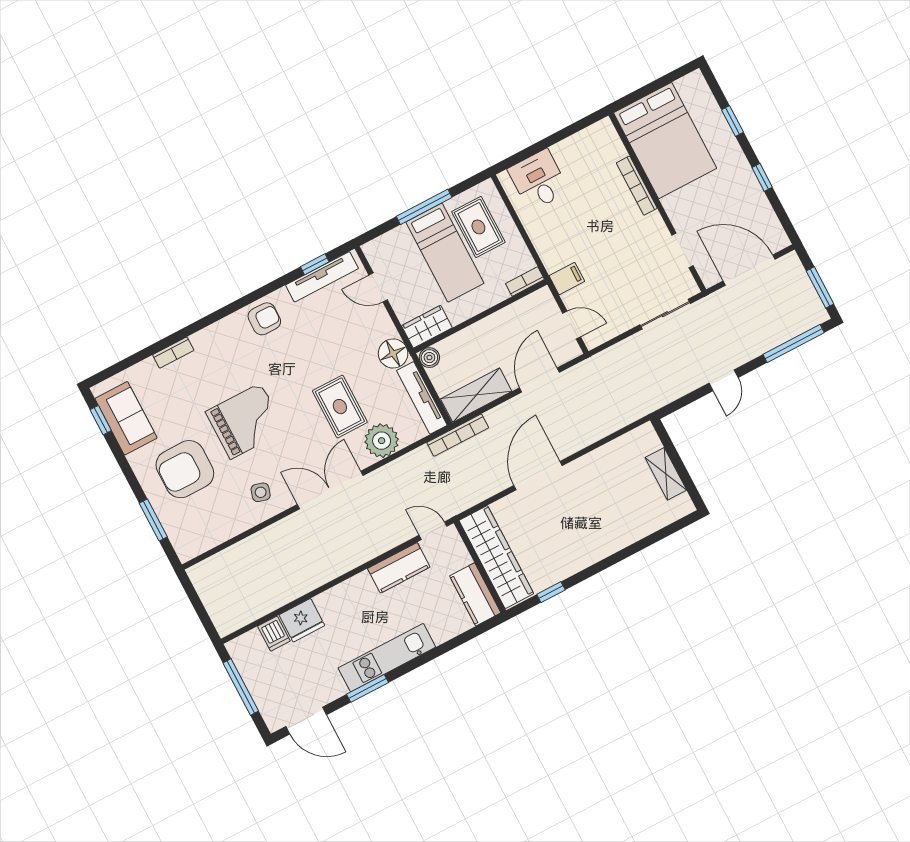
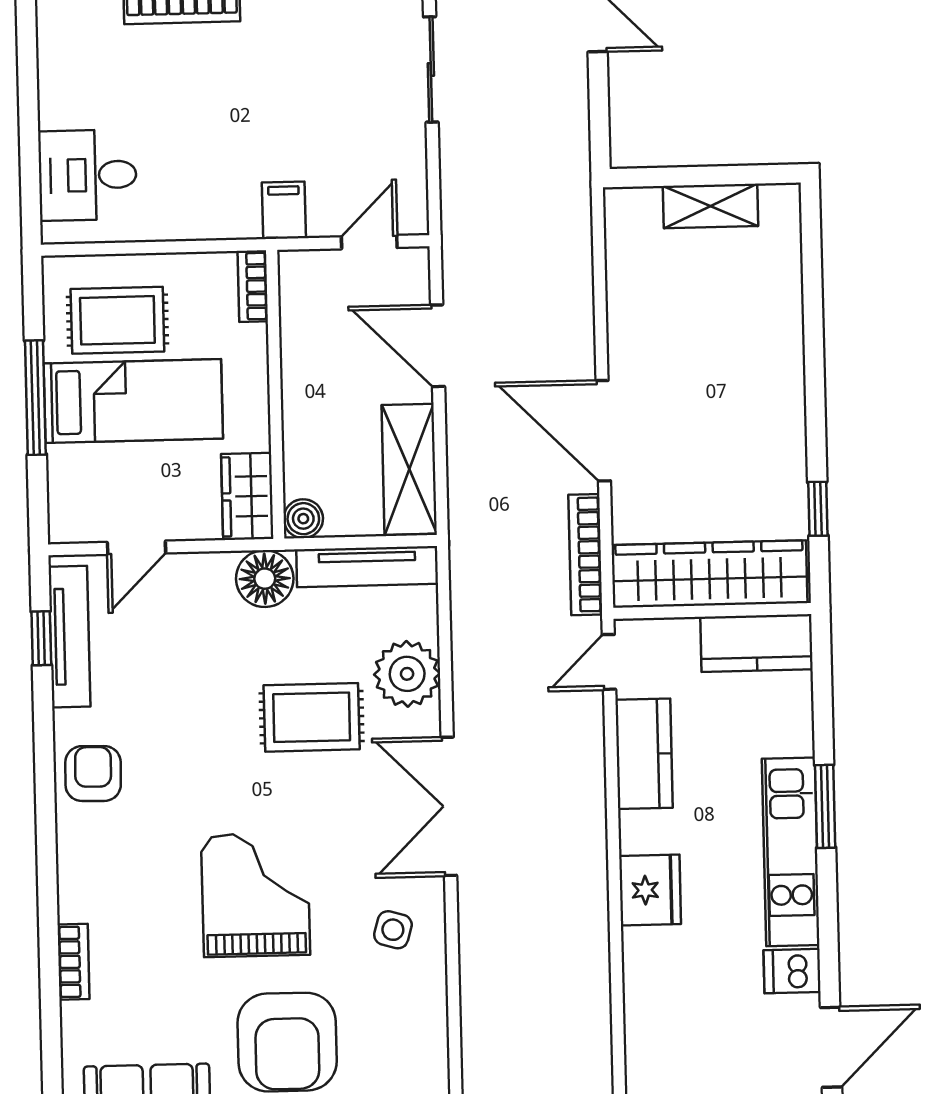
bookcase: (458, 435) -> (585, 555), moved, turned 180
fridge: (302, 620) -> (650, 890), moved
dishwasher: (274, 634) -> (792, 971), moved, turned 180
window: (368, 688) -> (825, 806), moved

